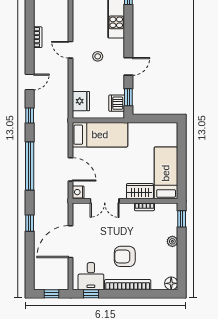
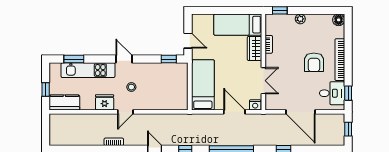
door: (128, 66) -> (124, 59), moved
fridge: (81, 101) -> (105, 102), moved
dishwasher: (117, 103) -> (174, 70), removed
door: (149, 118) -> (188, 41), added
door: (71, 169) -> (234, 112), hinge flipped

